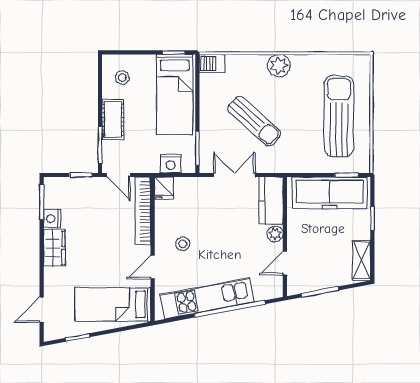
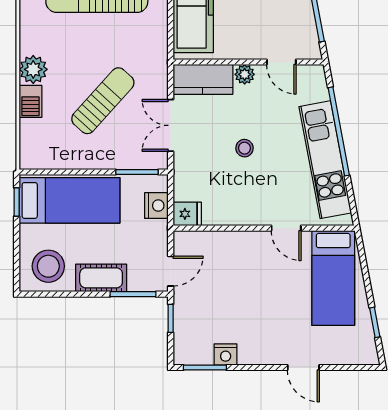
barbecue: (212, 63) -> (30, 101), moved
stool: (122, 78) -> (48, 266), width x1.89, depth x1.89
bookcase: (143, 211) -> (216, 240), removed
stool: (183, 244) -> (244, 148), moved
wardrobe: (54, 248) -> (262, 352), removed
door: (42, 310) -> (303, 367), moved

